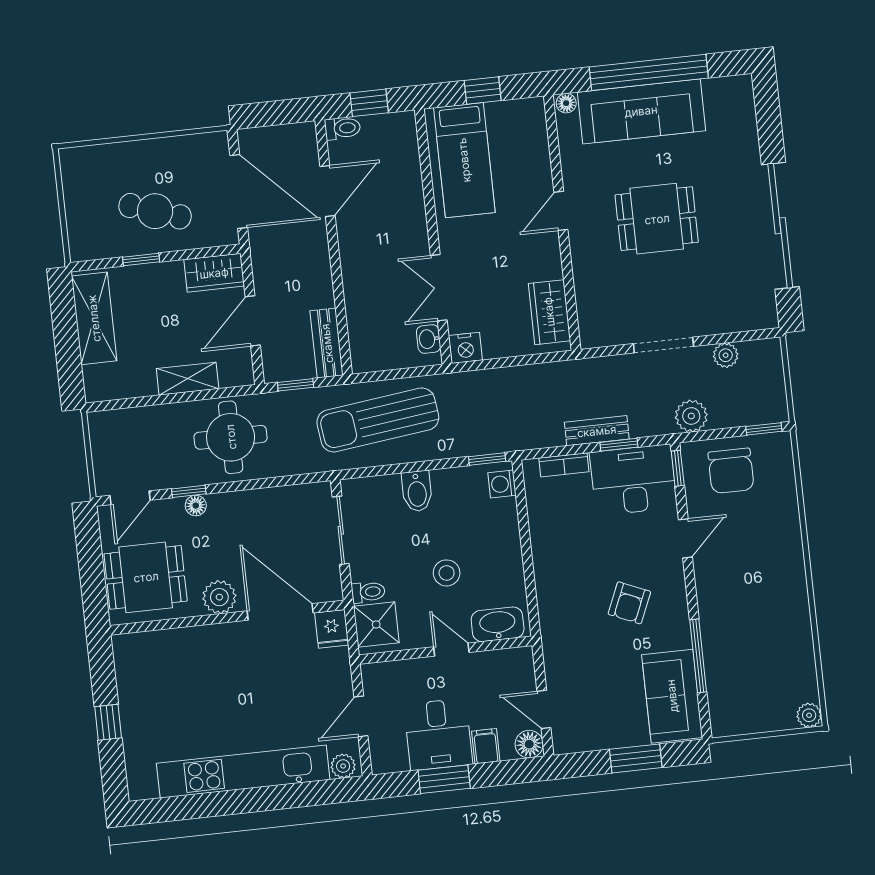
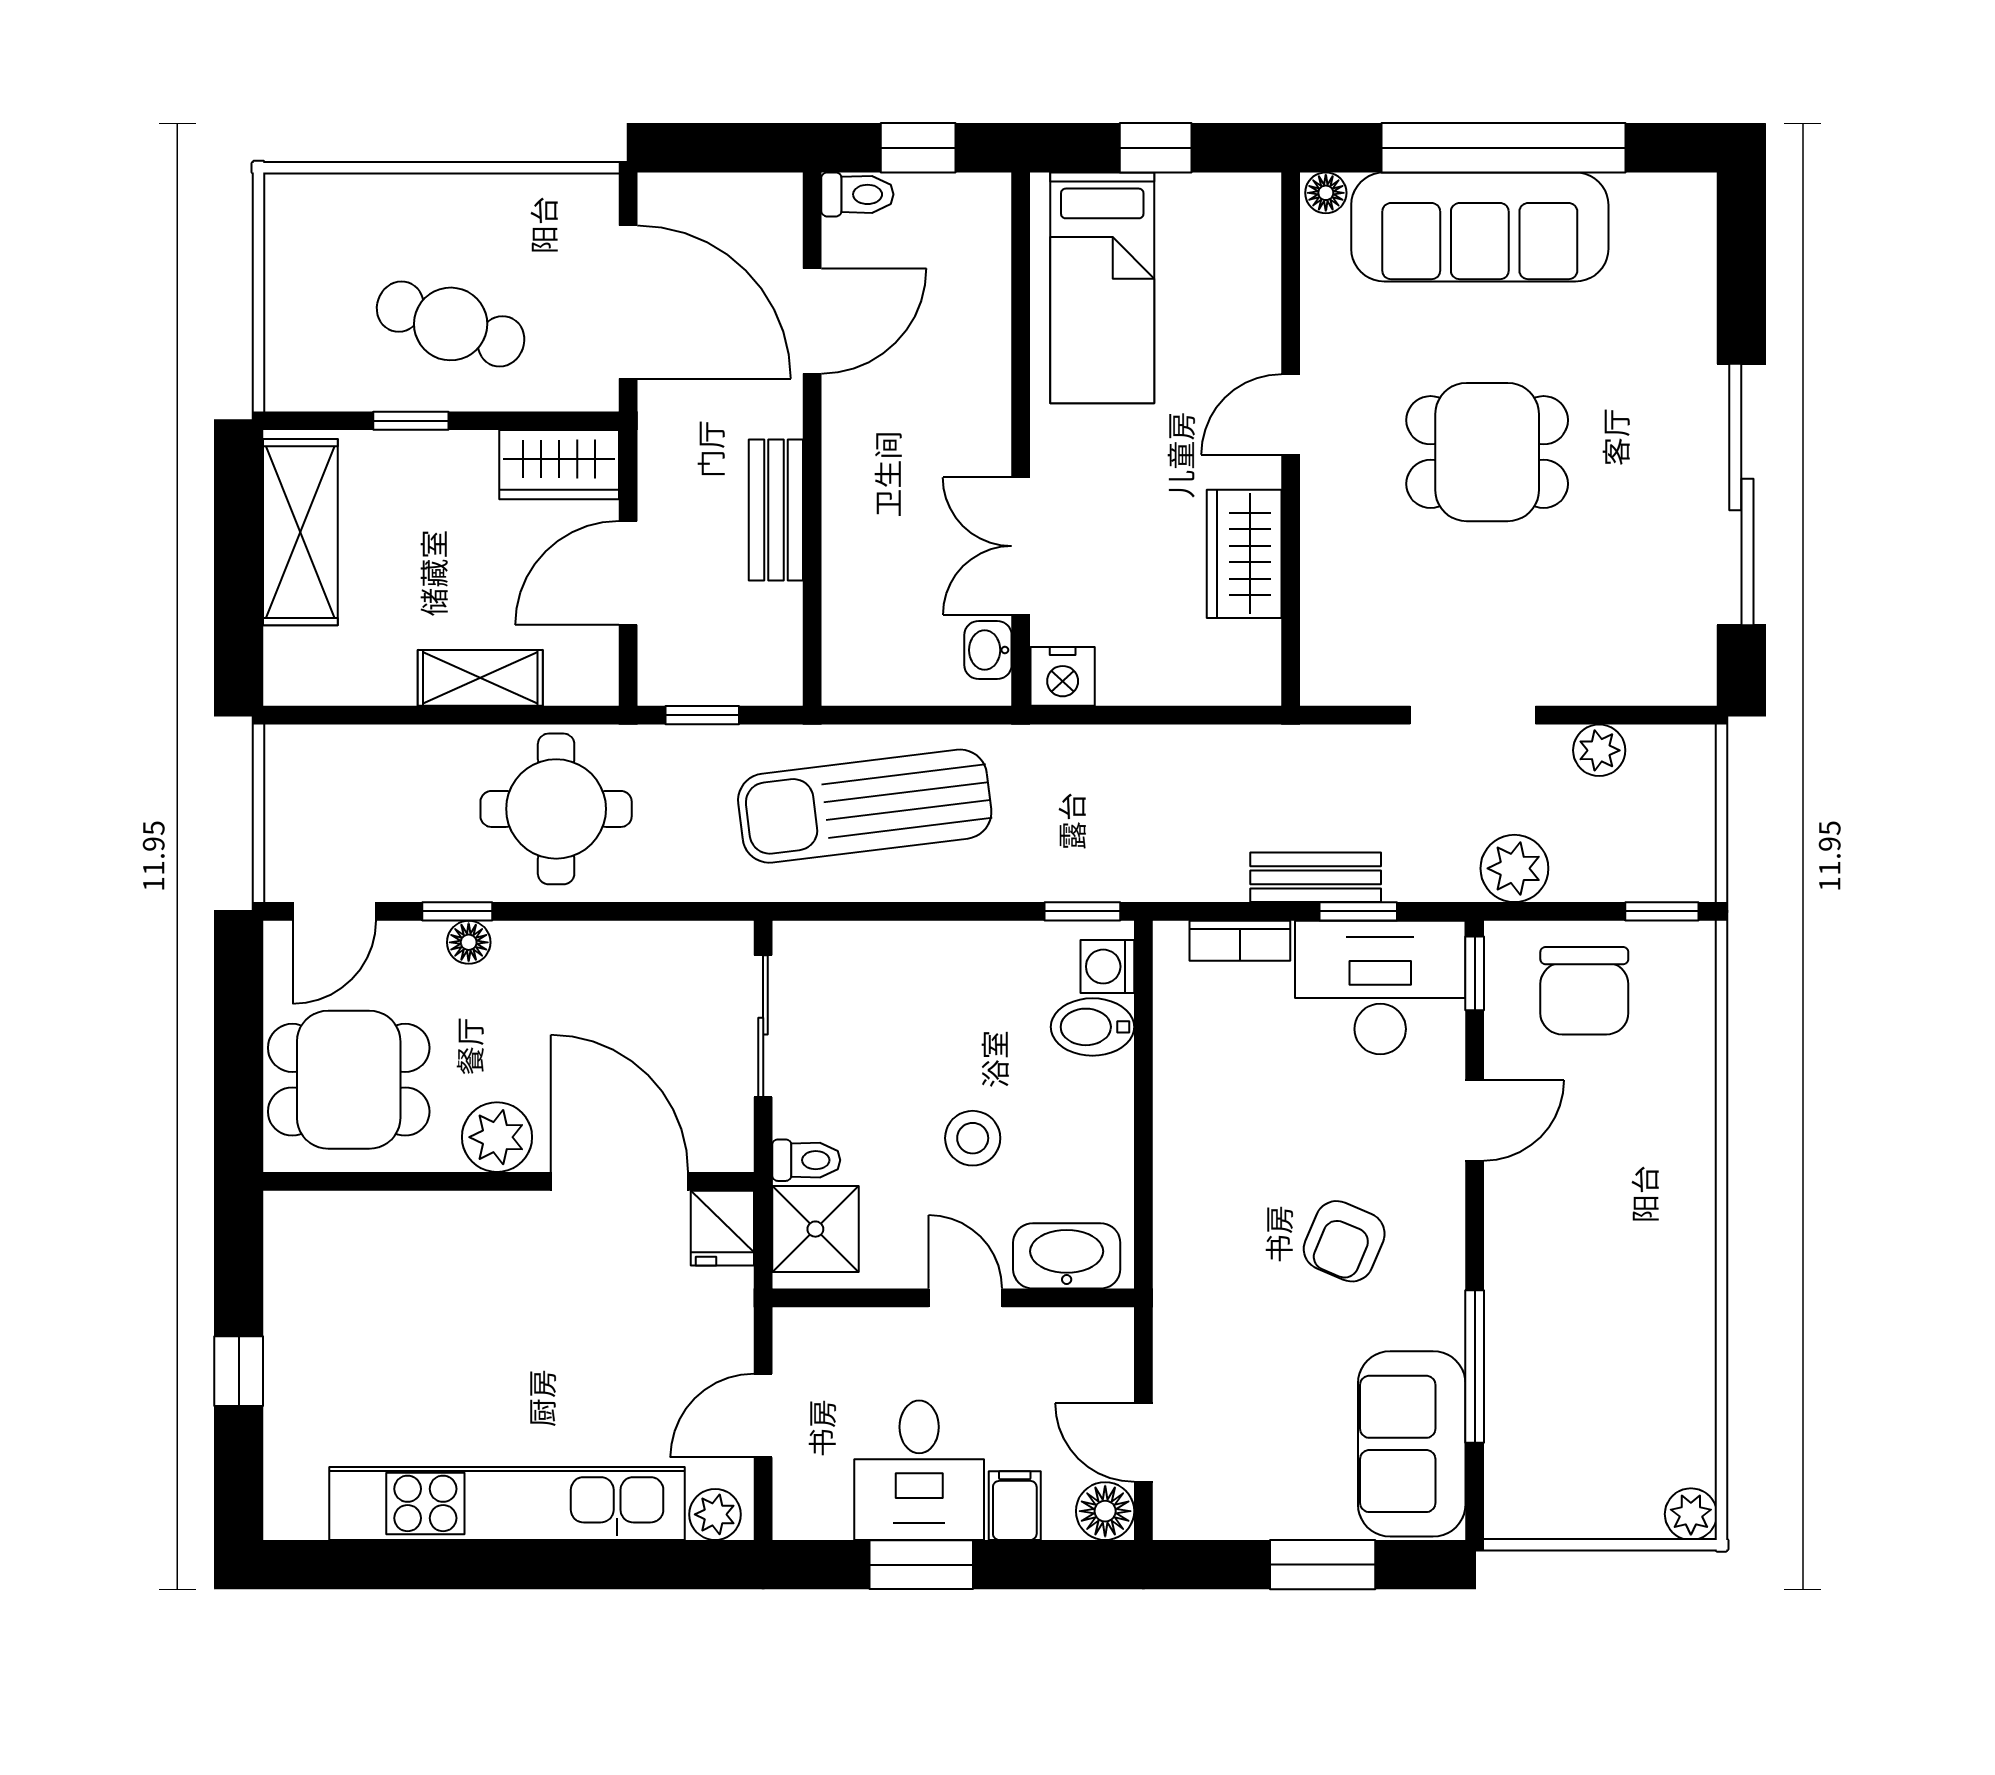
wardrobe: (549, 312) -> (1244, 554), moved
bench: (327, 343) -> (776, 510), moved
bidet: (417, 491) -> (1092, 1027), moved, turned 90

